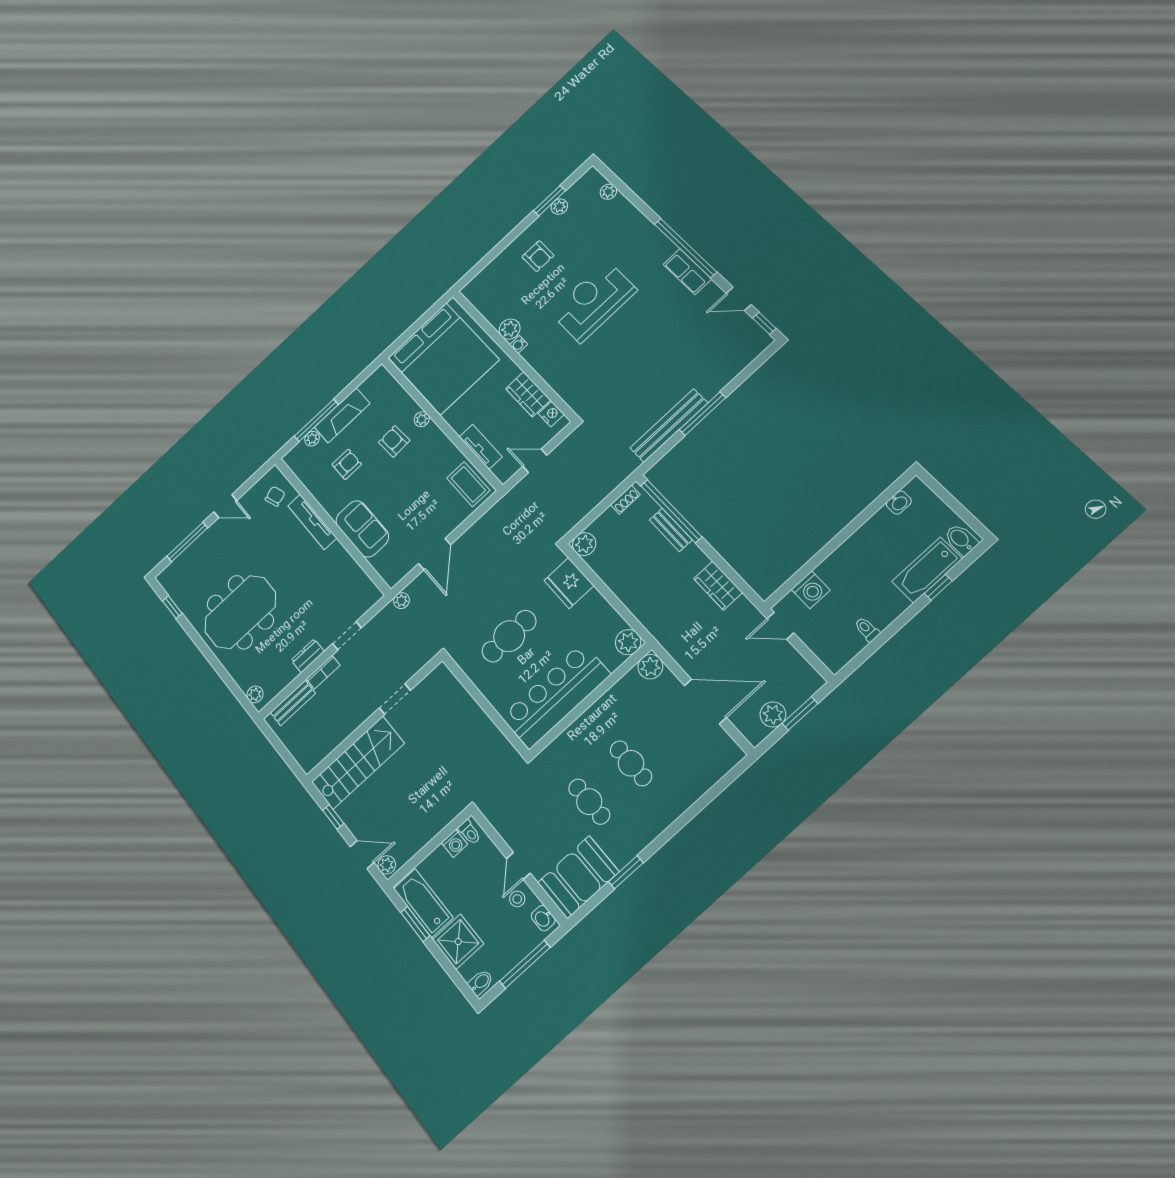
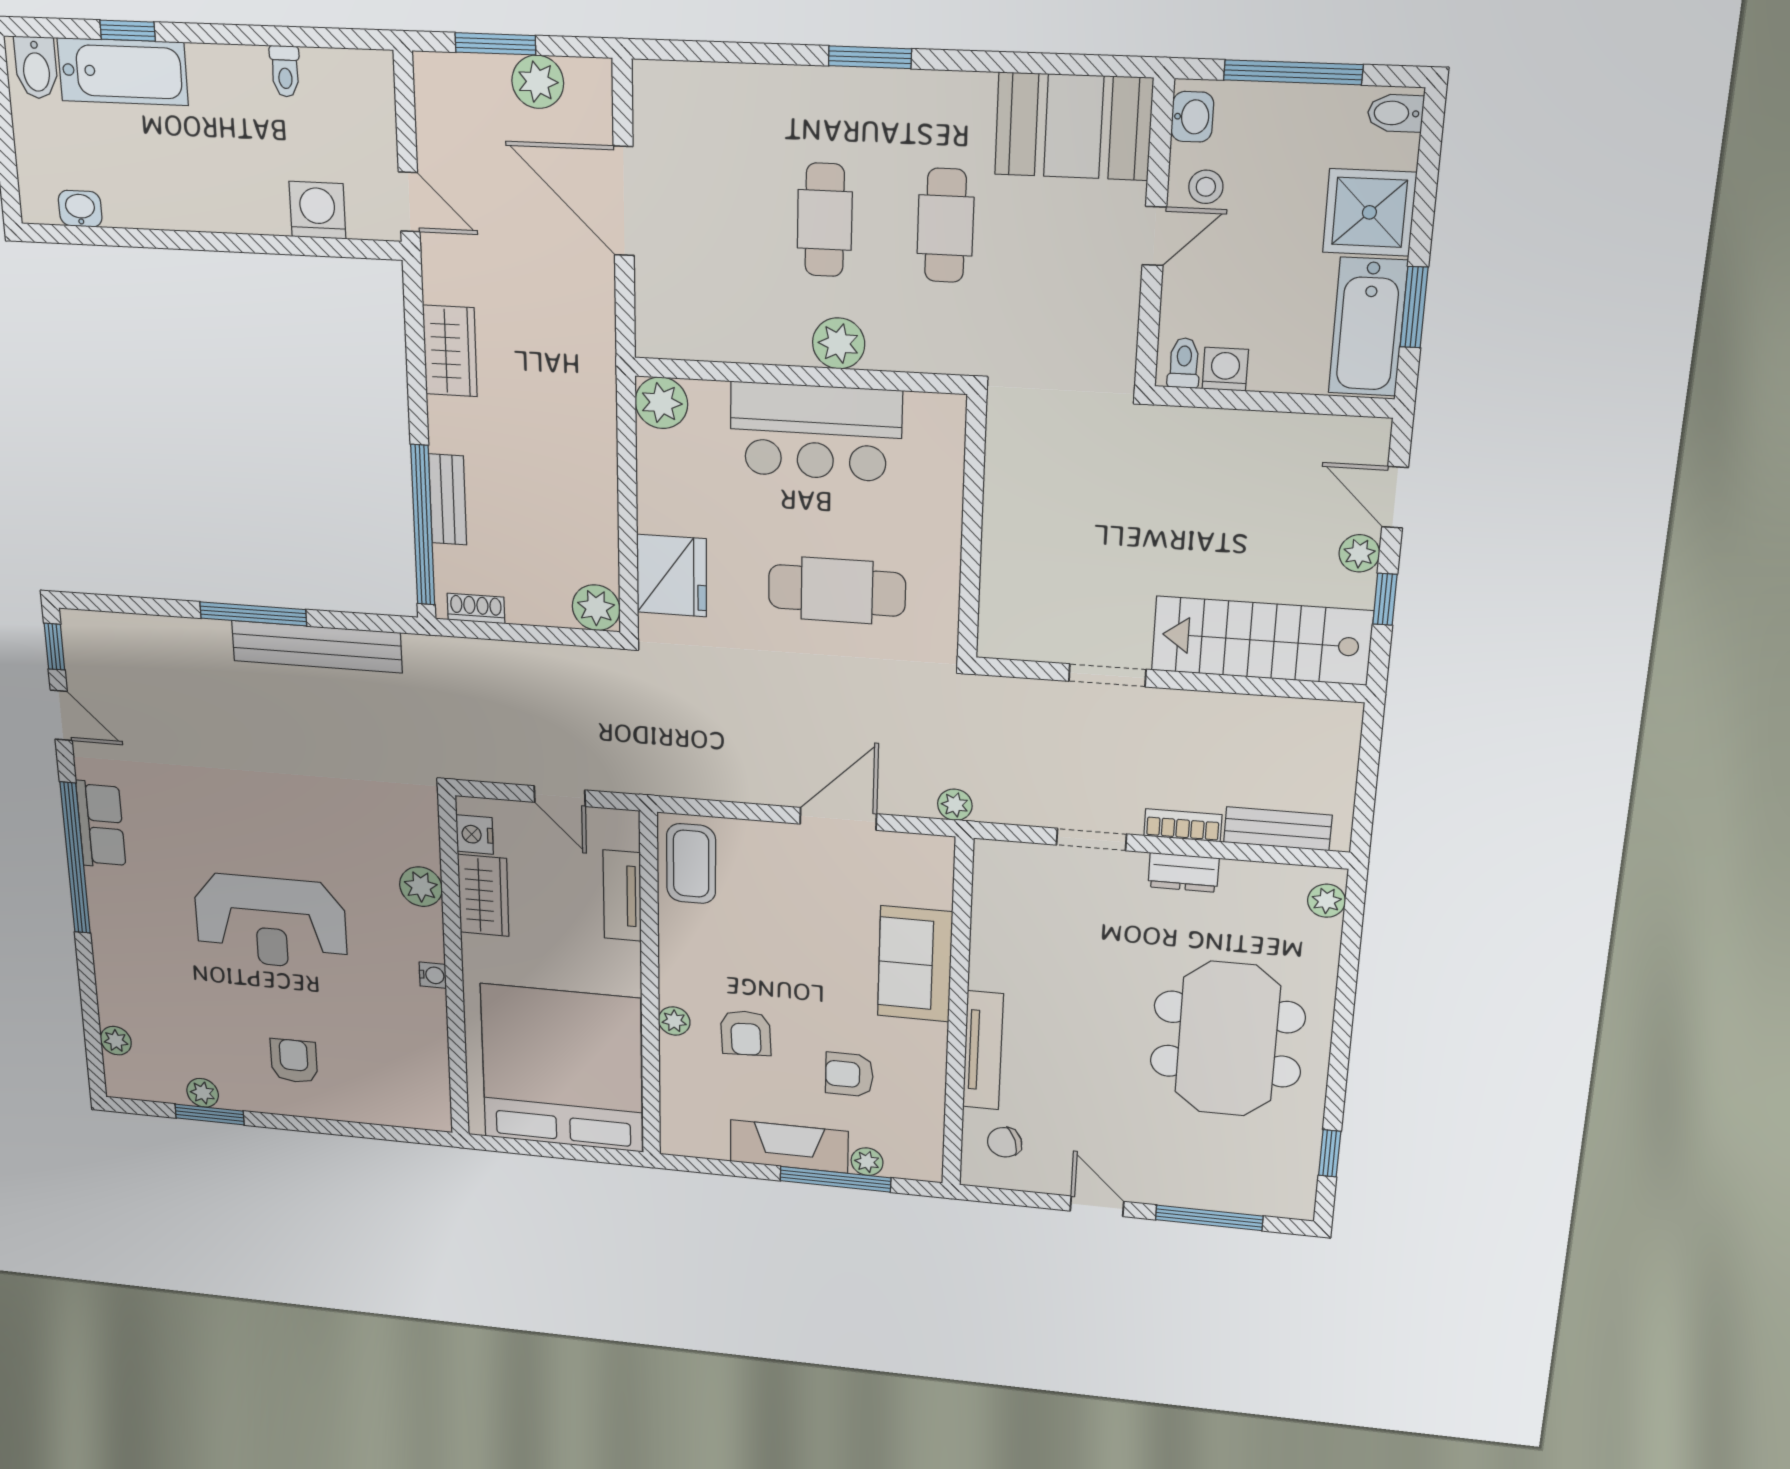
plant: (510, 329) -> (421, 887), moved
meeting table: (240, 612) -> (1227, 1039), turned 90
plant: (650, 667) -> (839, 343), moved
bar counter: (556, 695) -> (816, 432), width x0.73
plant: (387, 865) -> (1359, 553), moved
window: (626, 872) -> (870, 57), moved

